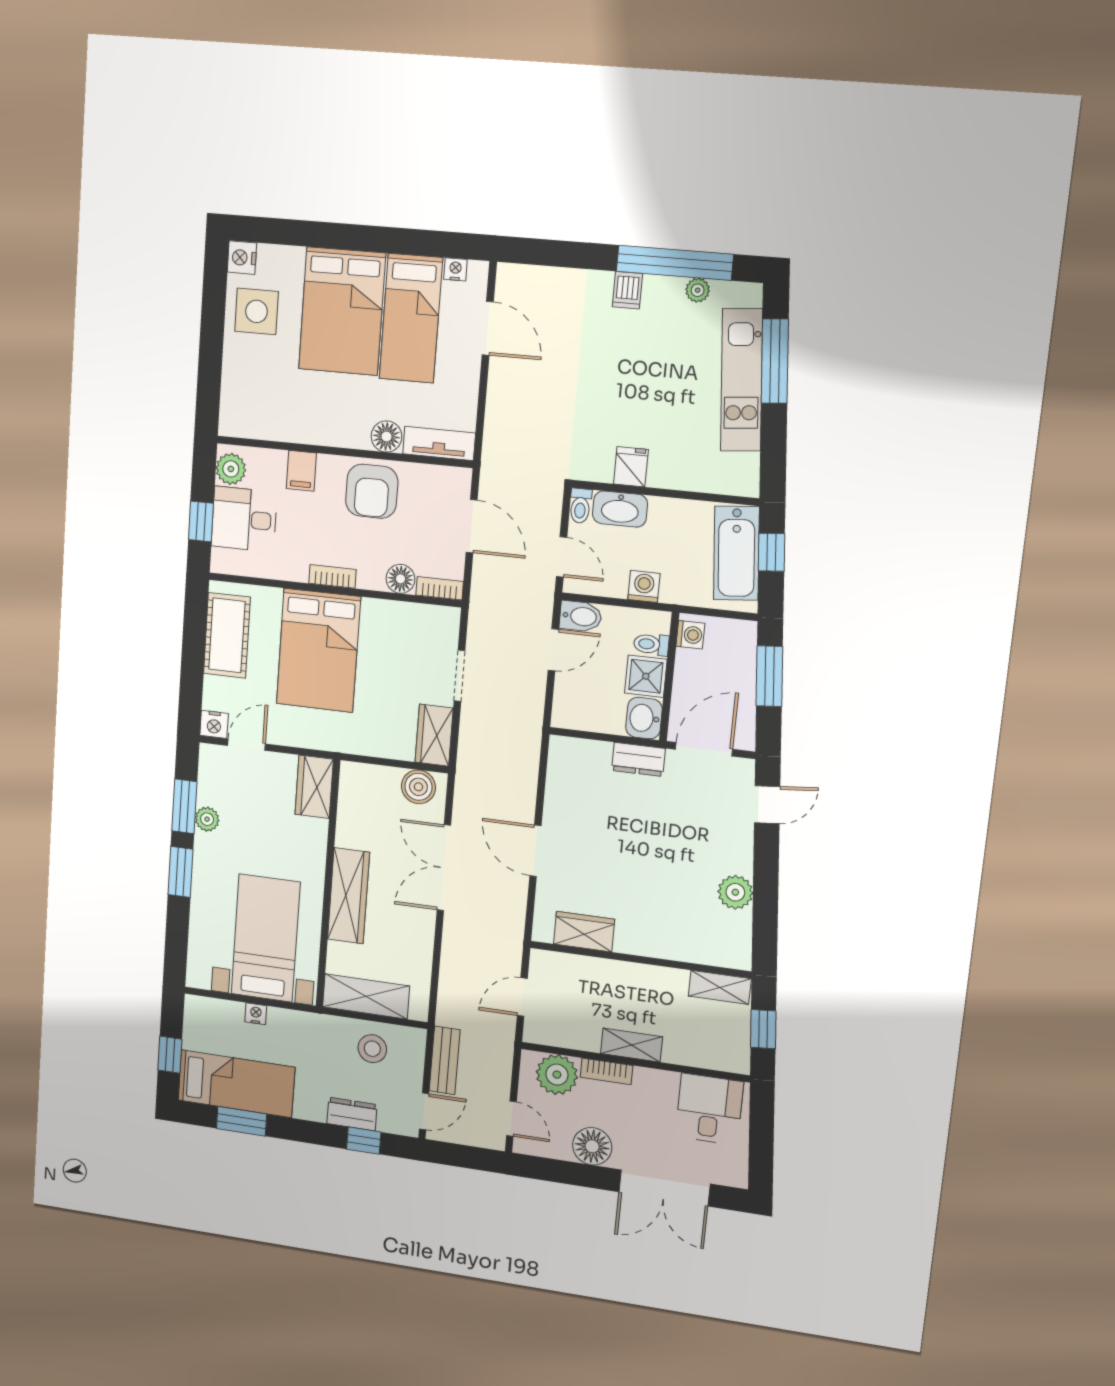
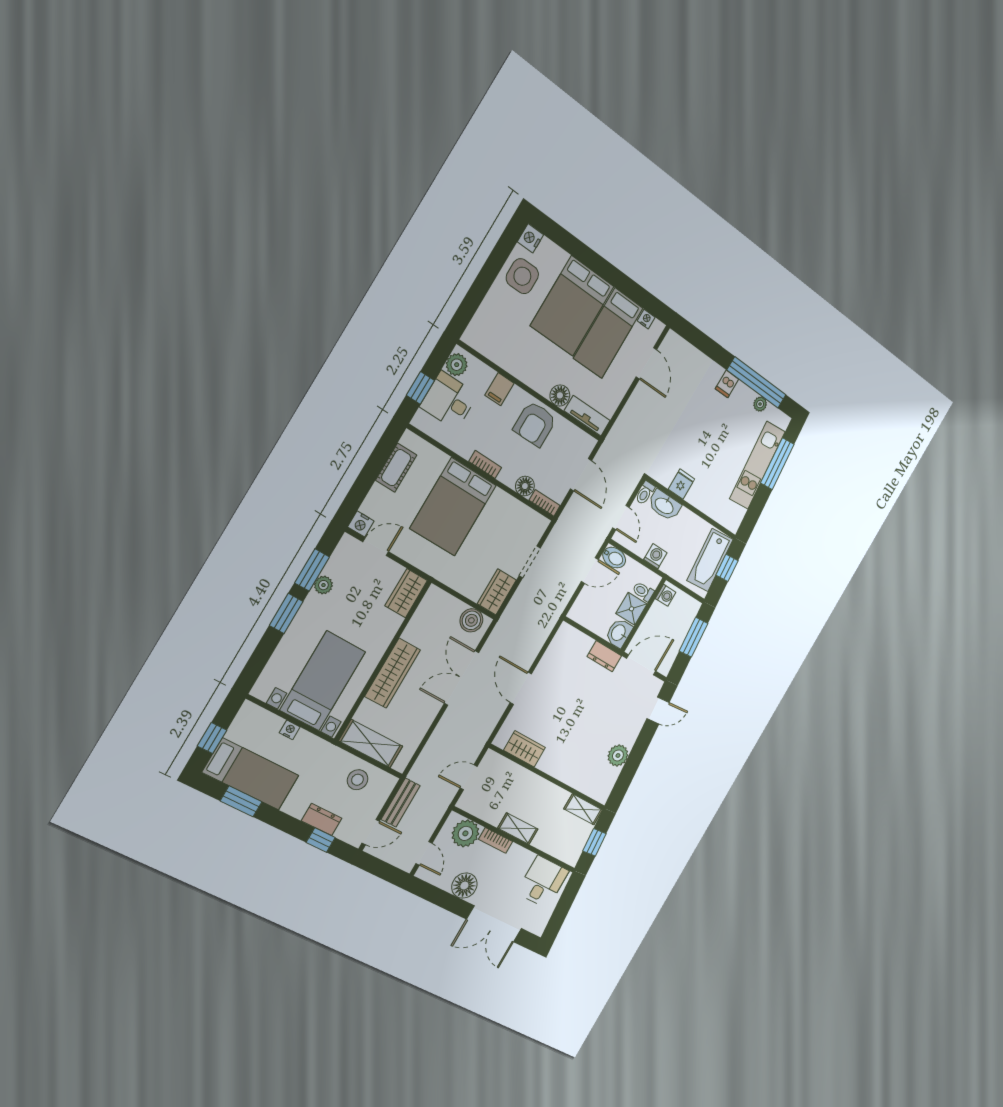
cot: (227, 635) -> (396, 468), width x0.73, depth x0.75

